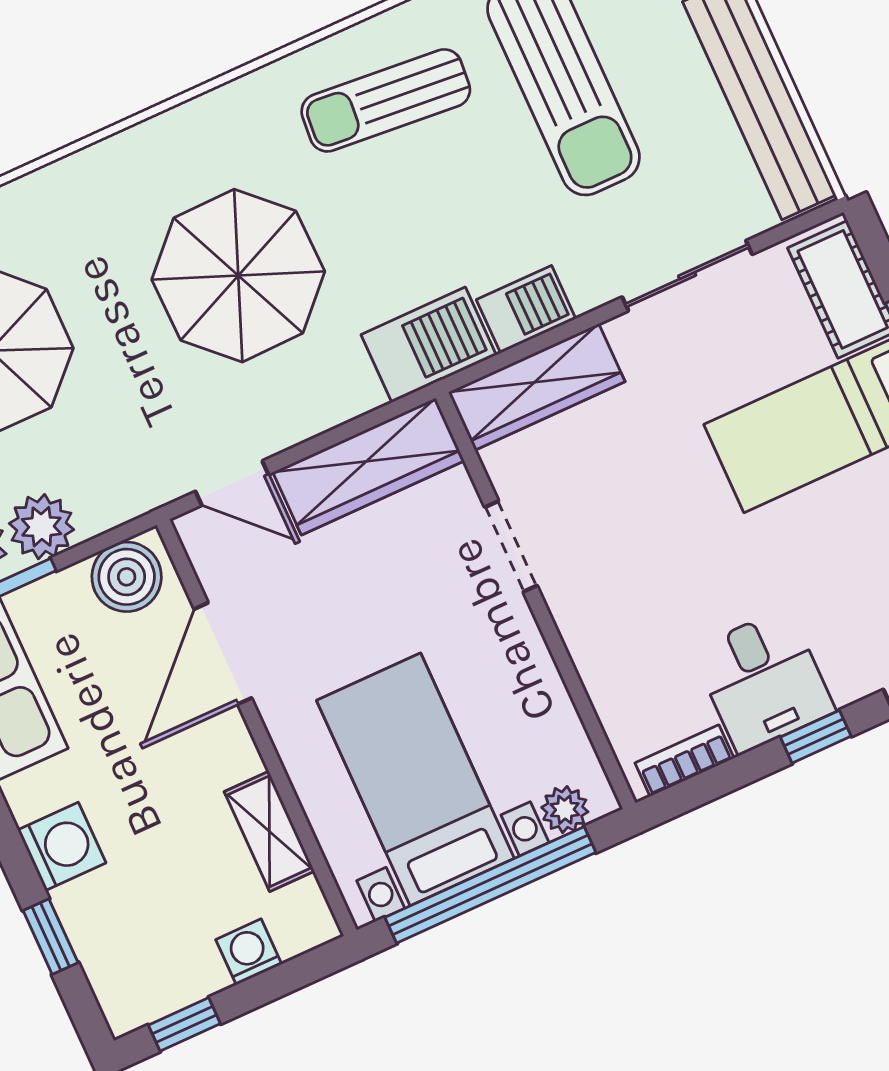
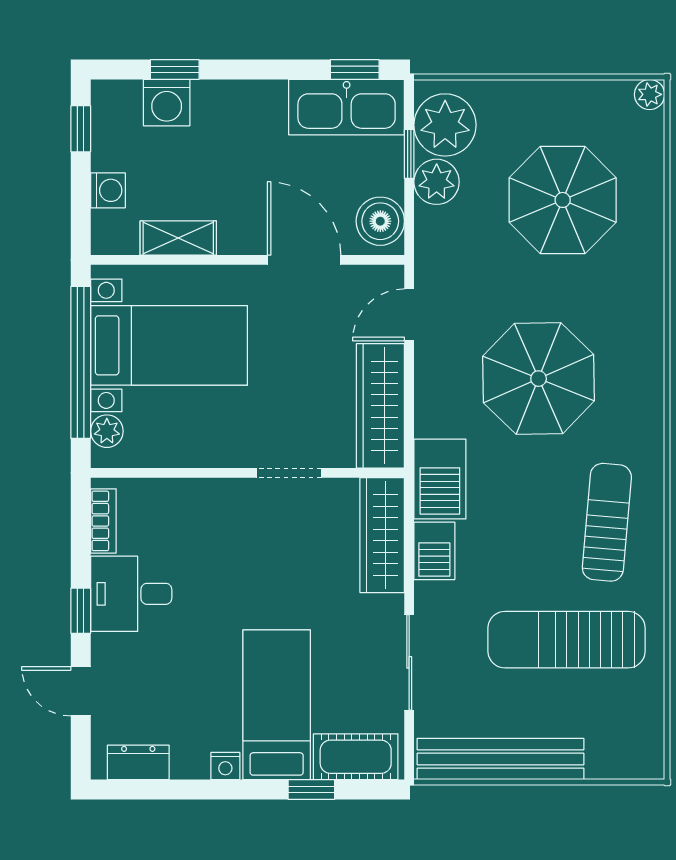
washing machine: (62, 846) -> (167, 103), moved

